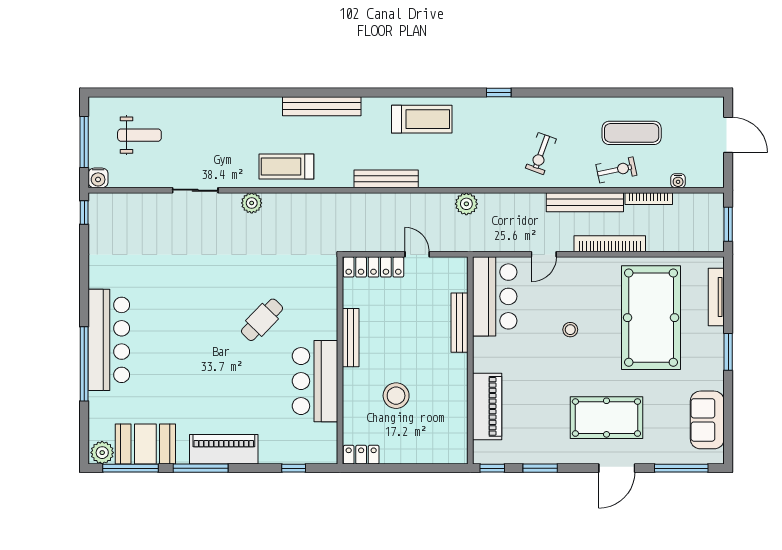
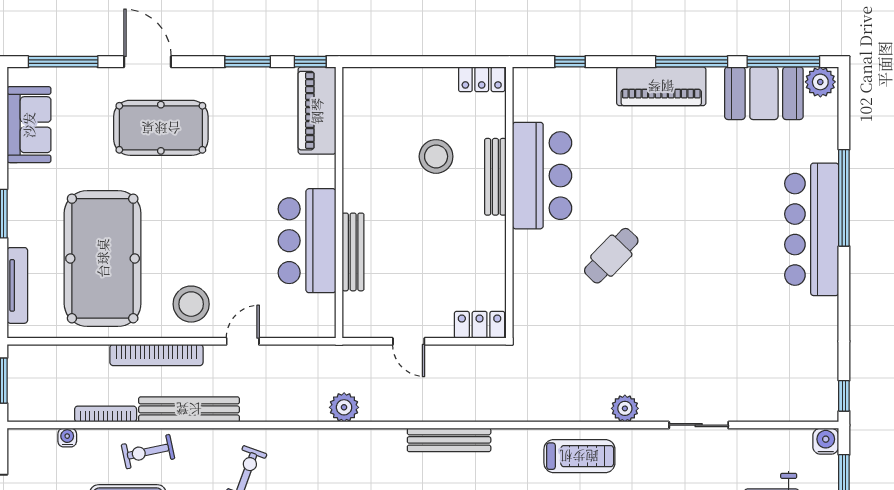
locker: (373, 267) -> (480, 325), width x0.66
bar counter: (495, 296) -> (307, 241), moved
stool: (570, 330) -> (191, 304), moved, width x1.89, depth x1.89
bench: (351, 338) -> (495, 177), moved
piano: (487, 406) -> (317, 111), moved
door: (617, 468) -> (147, 62), hinge flipped

